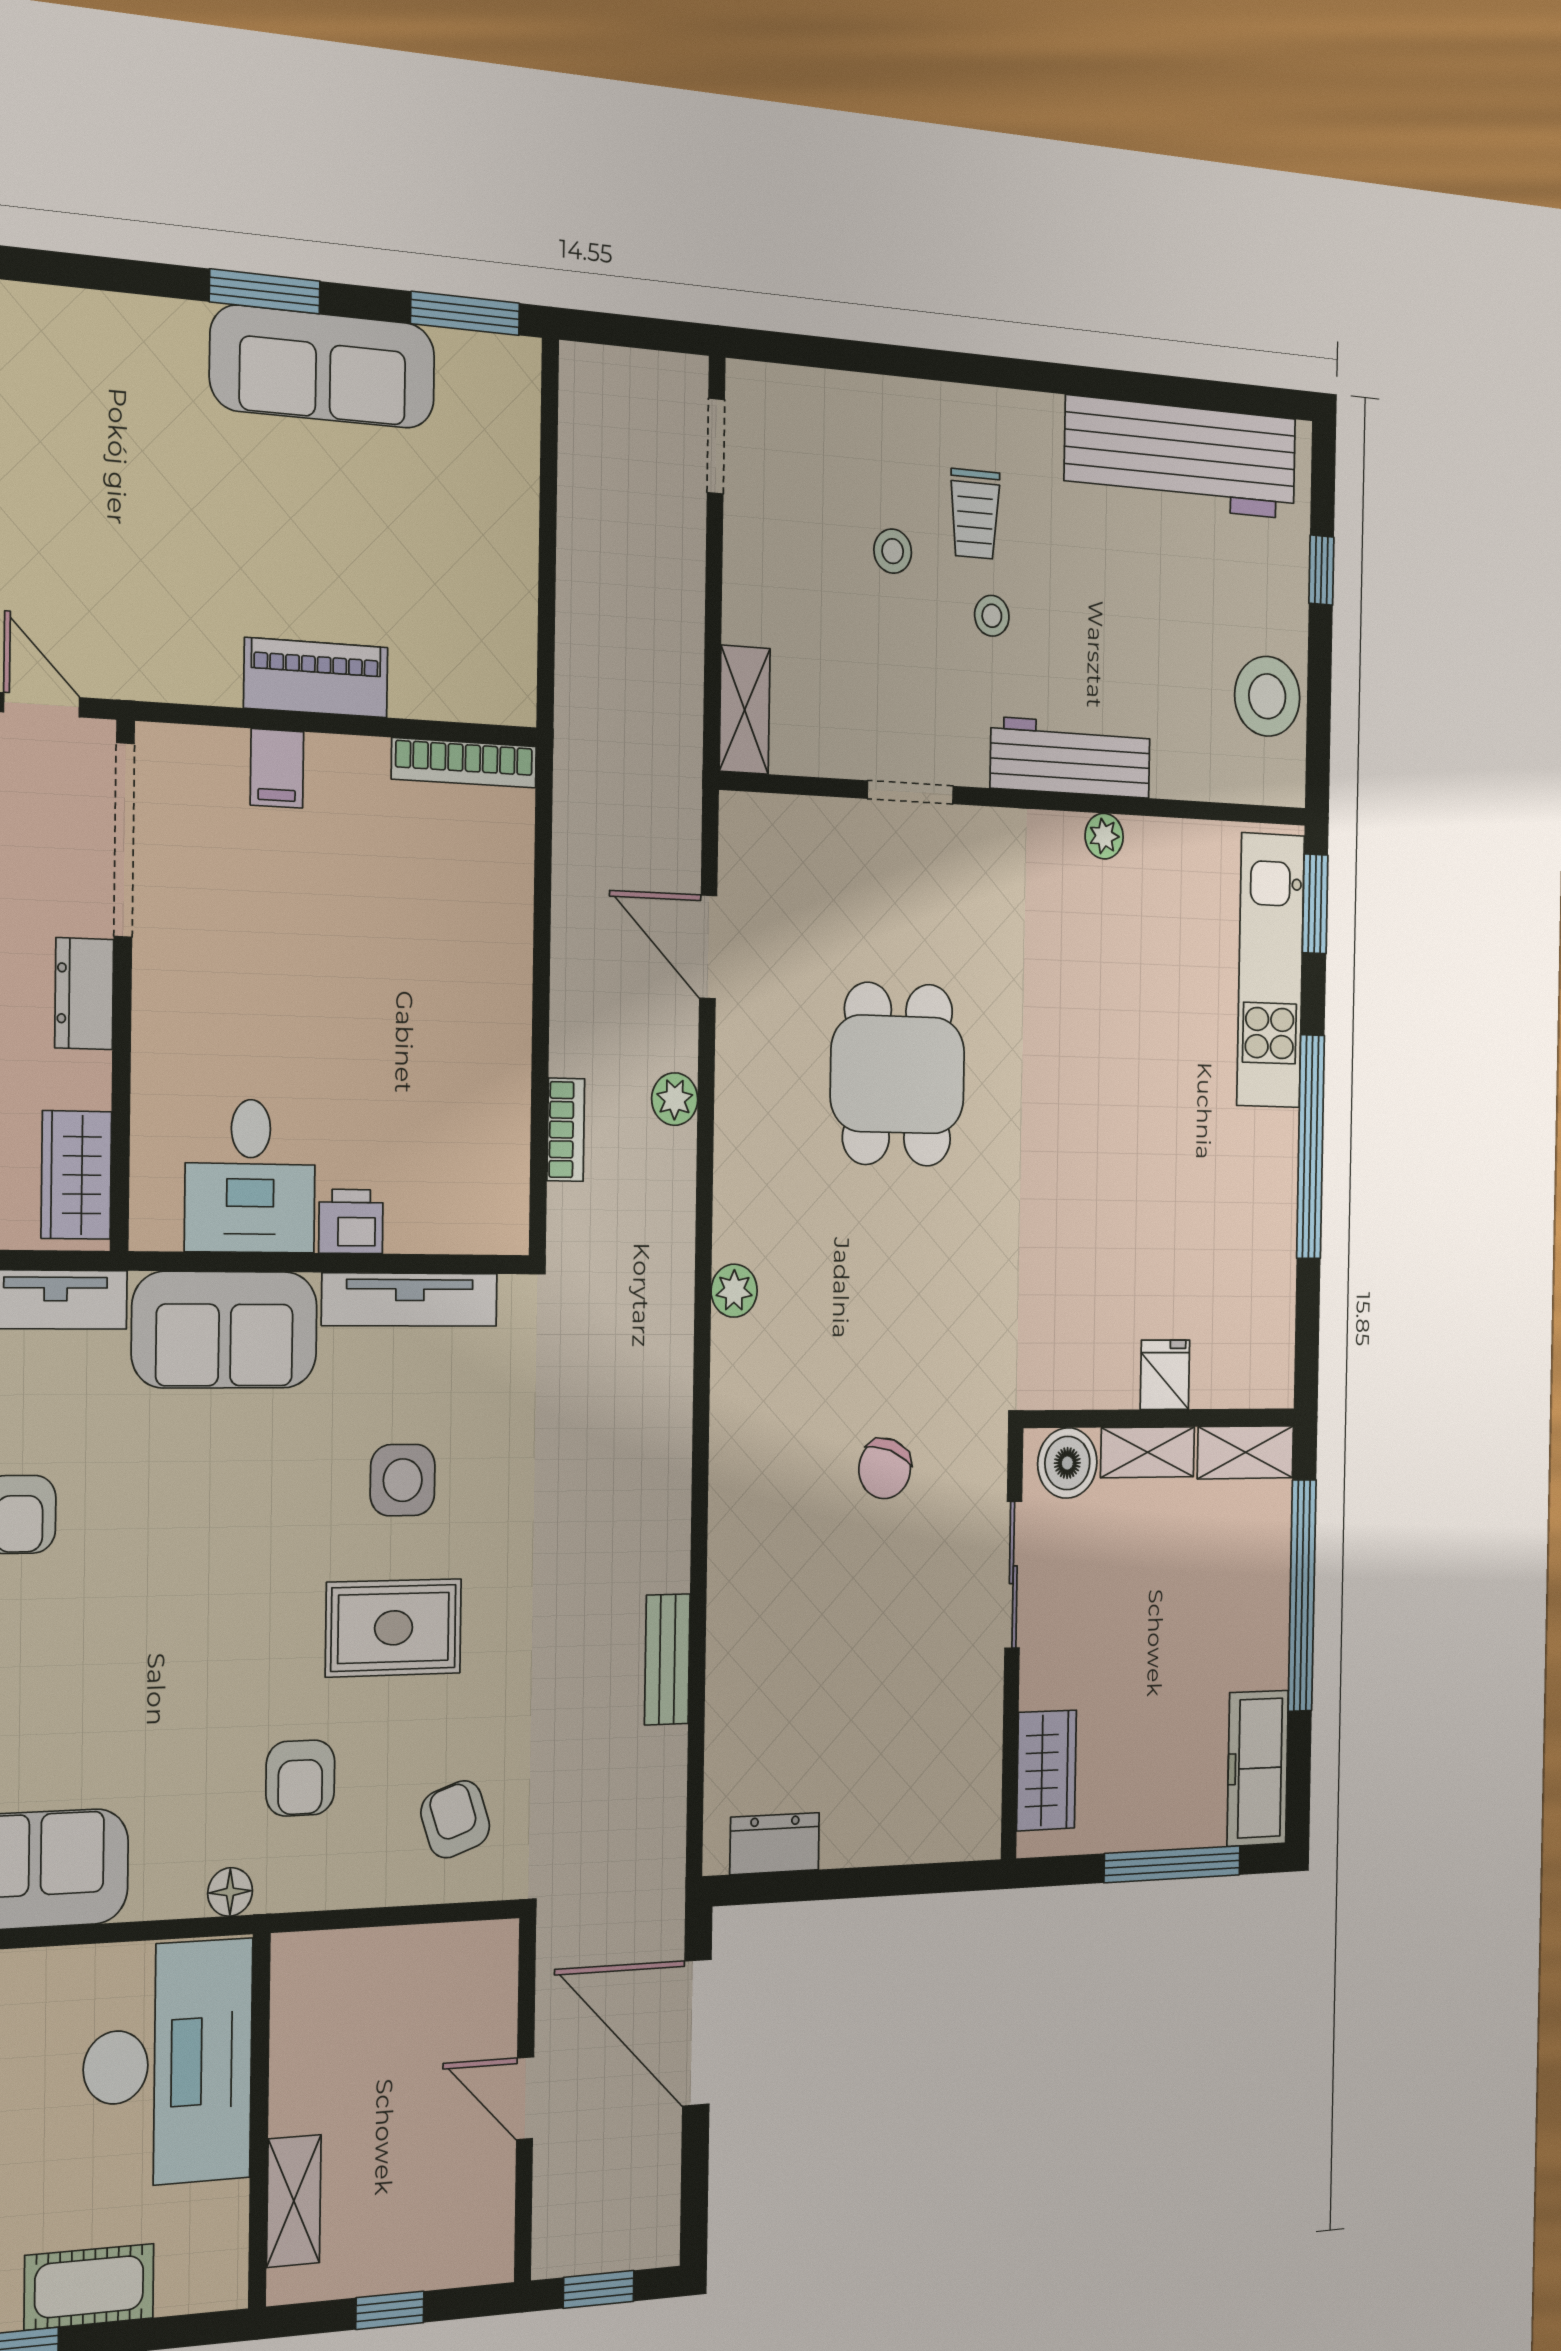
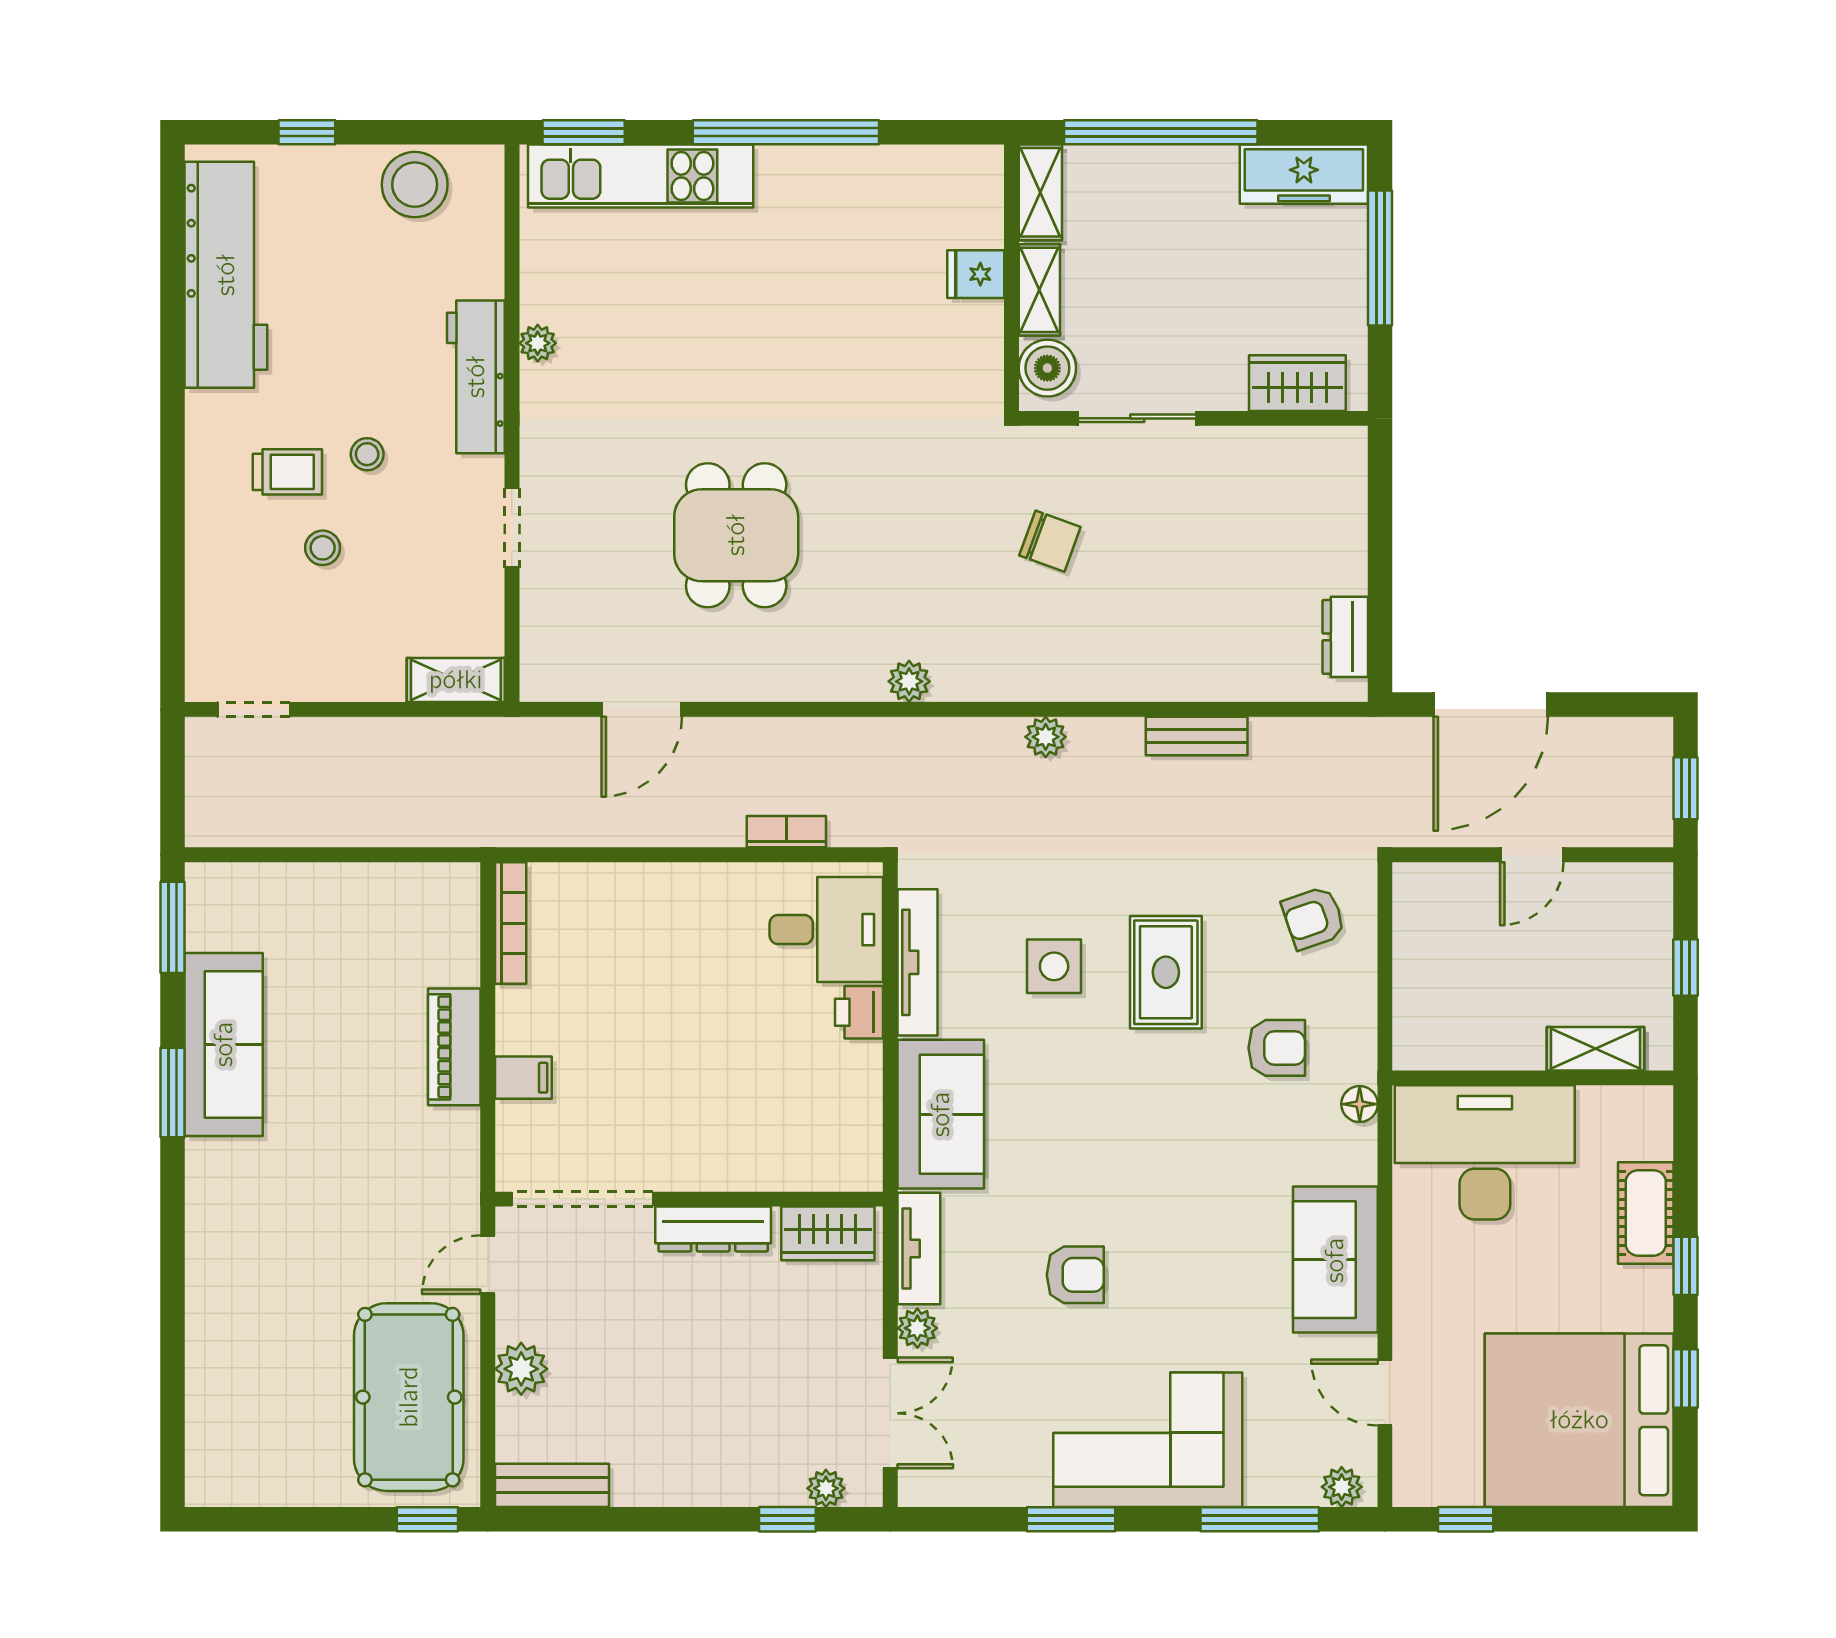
dresser: (84, 994) -> (713, 1229), width x1.44
dining table: (898, 1074) -> (736, 535), turned 90
plant: (675, 1099) -> (1046, 737), moved
desk: (250, 1176) -> (826, 930), moved

